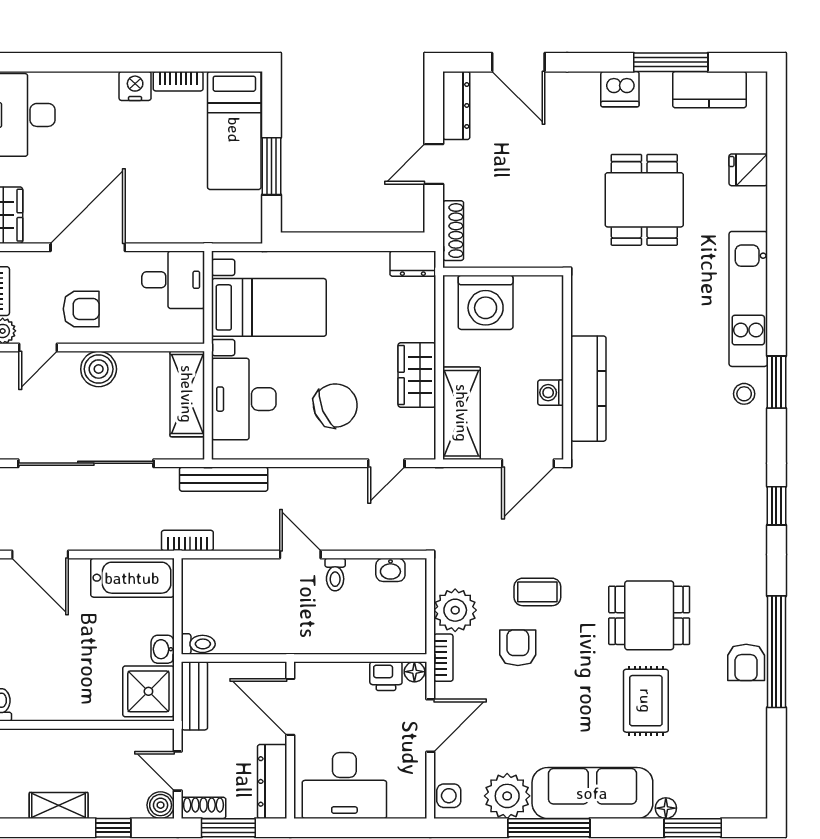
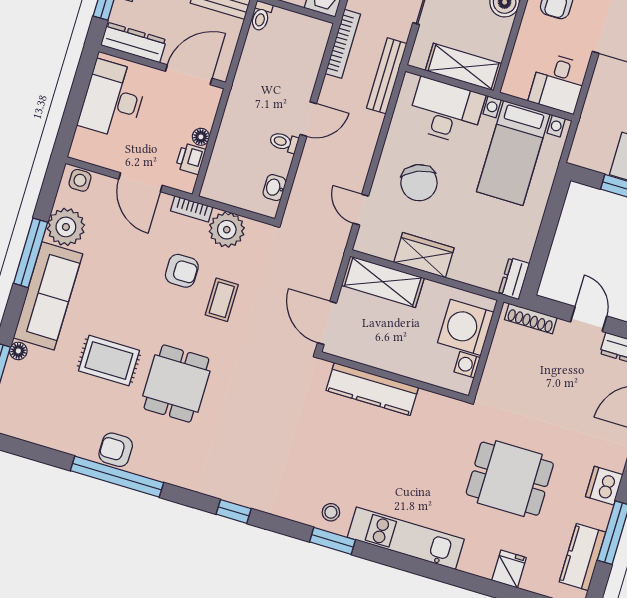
washing machine: (551, 393) -> (467, 365), moved, turned -90
bookcase: (187, 540) -> (343, 44), width x1.56
floor lamp: (414, 672) -> (201, 137), moved

